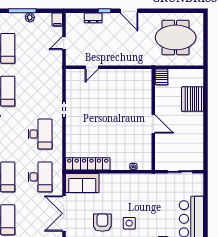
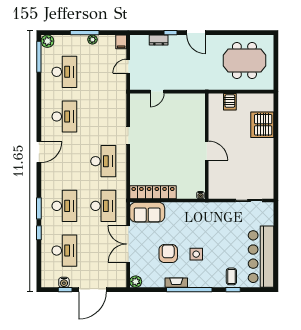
wall: (153, 119) -> (207, 146), moved
door: (153, 124) -> (207, 151), moved

